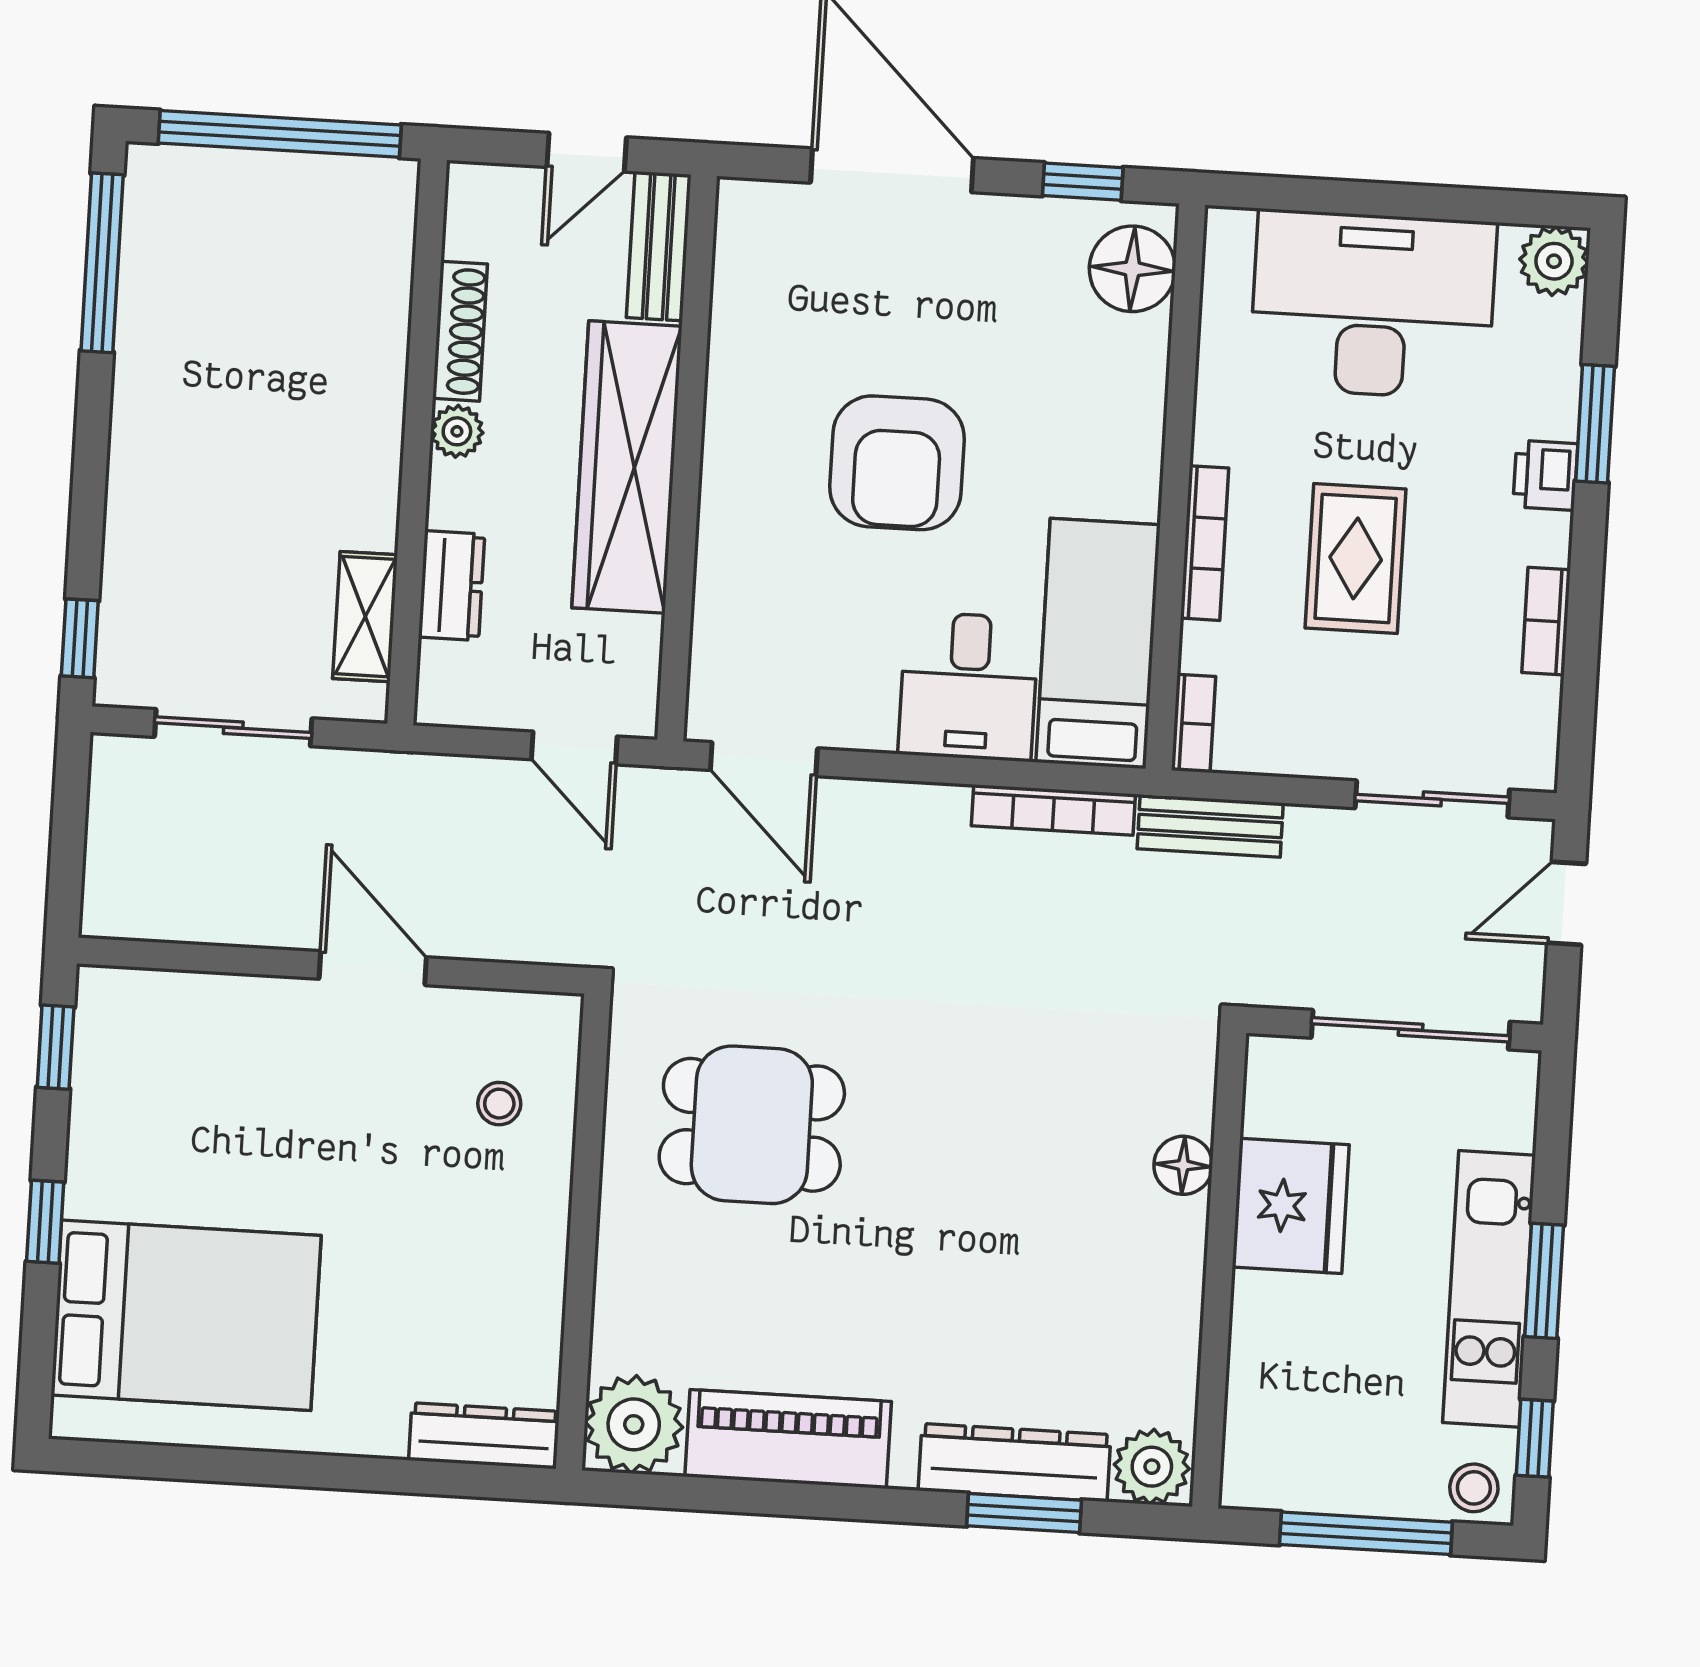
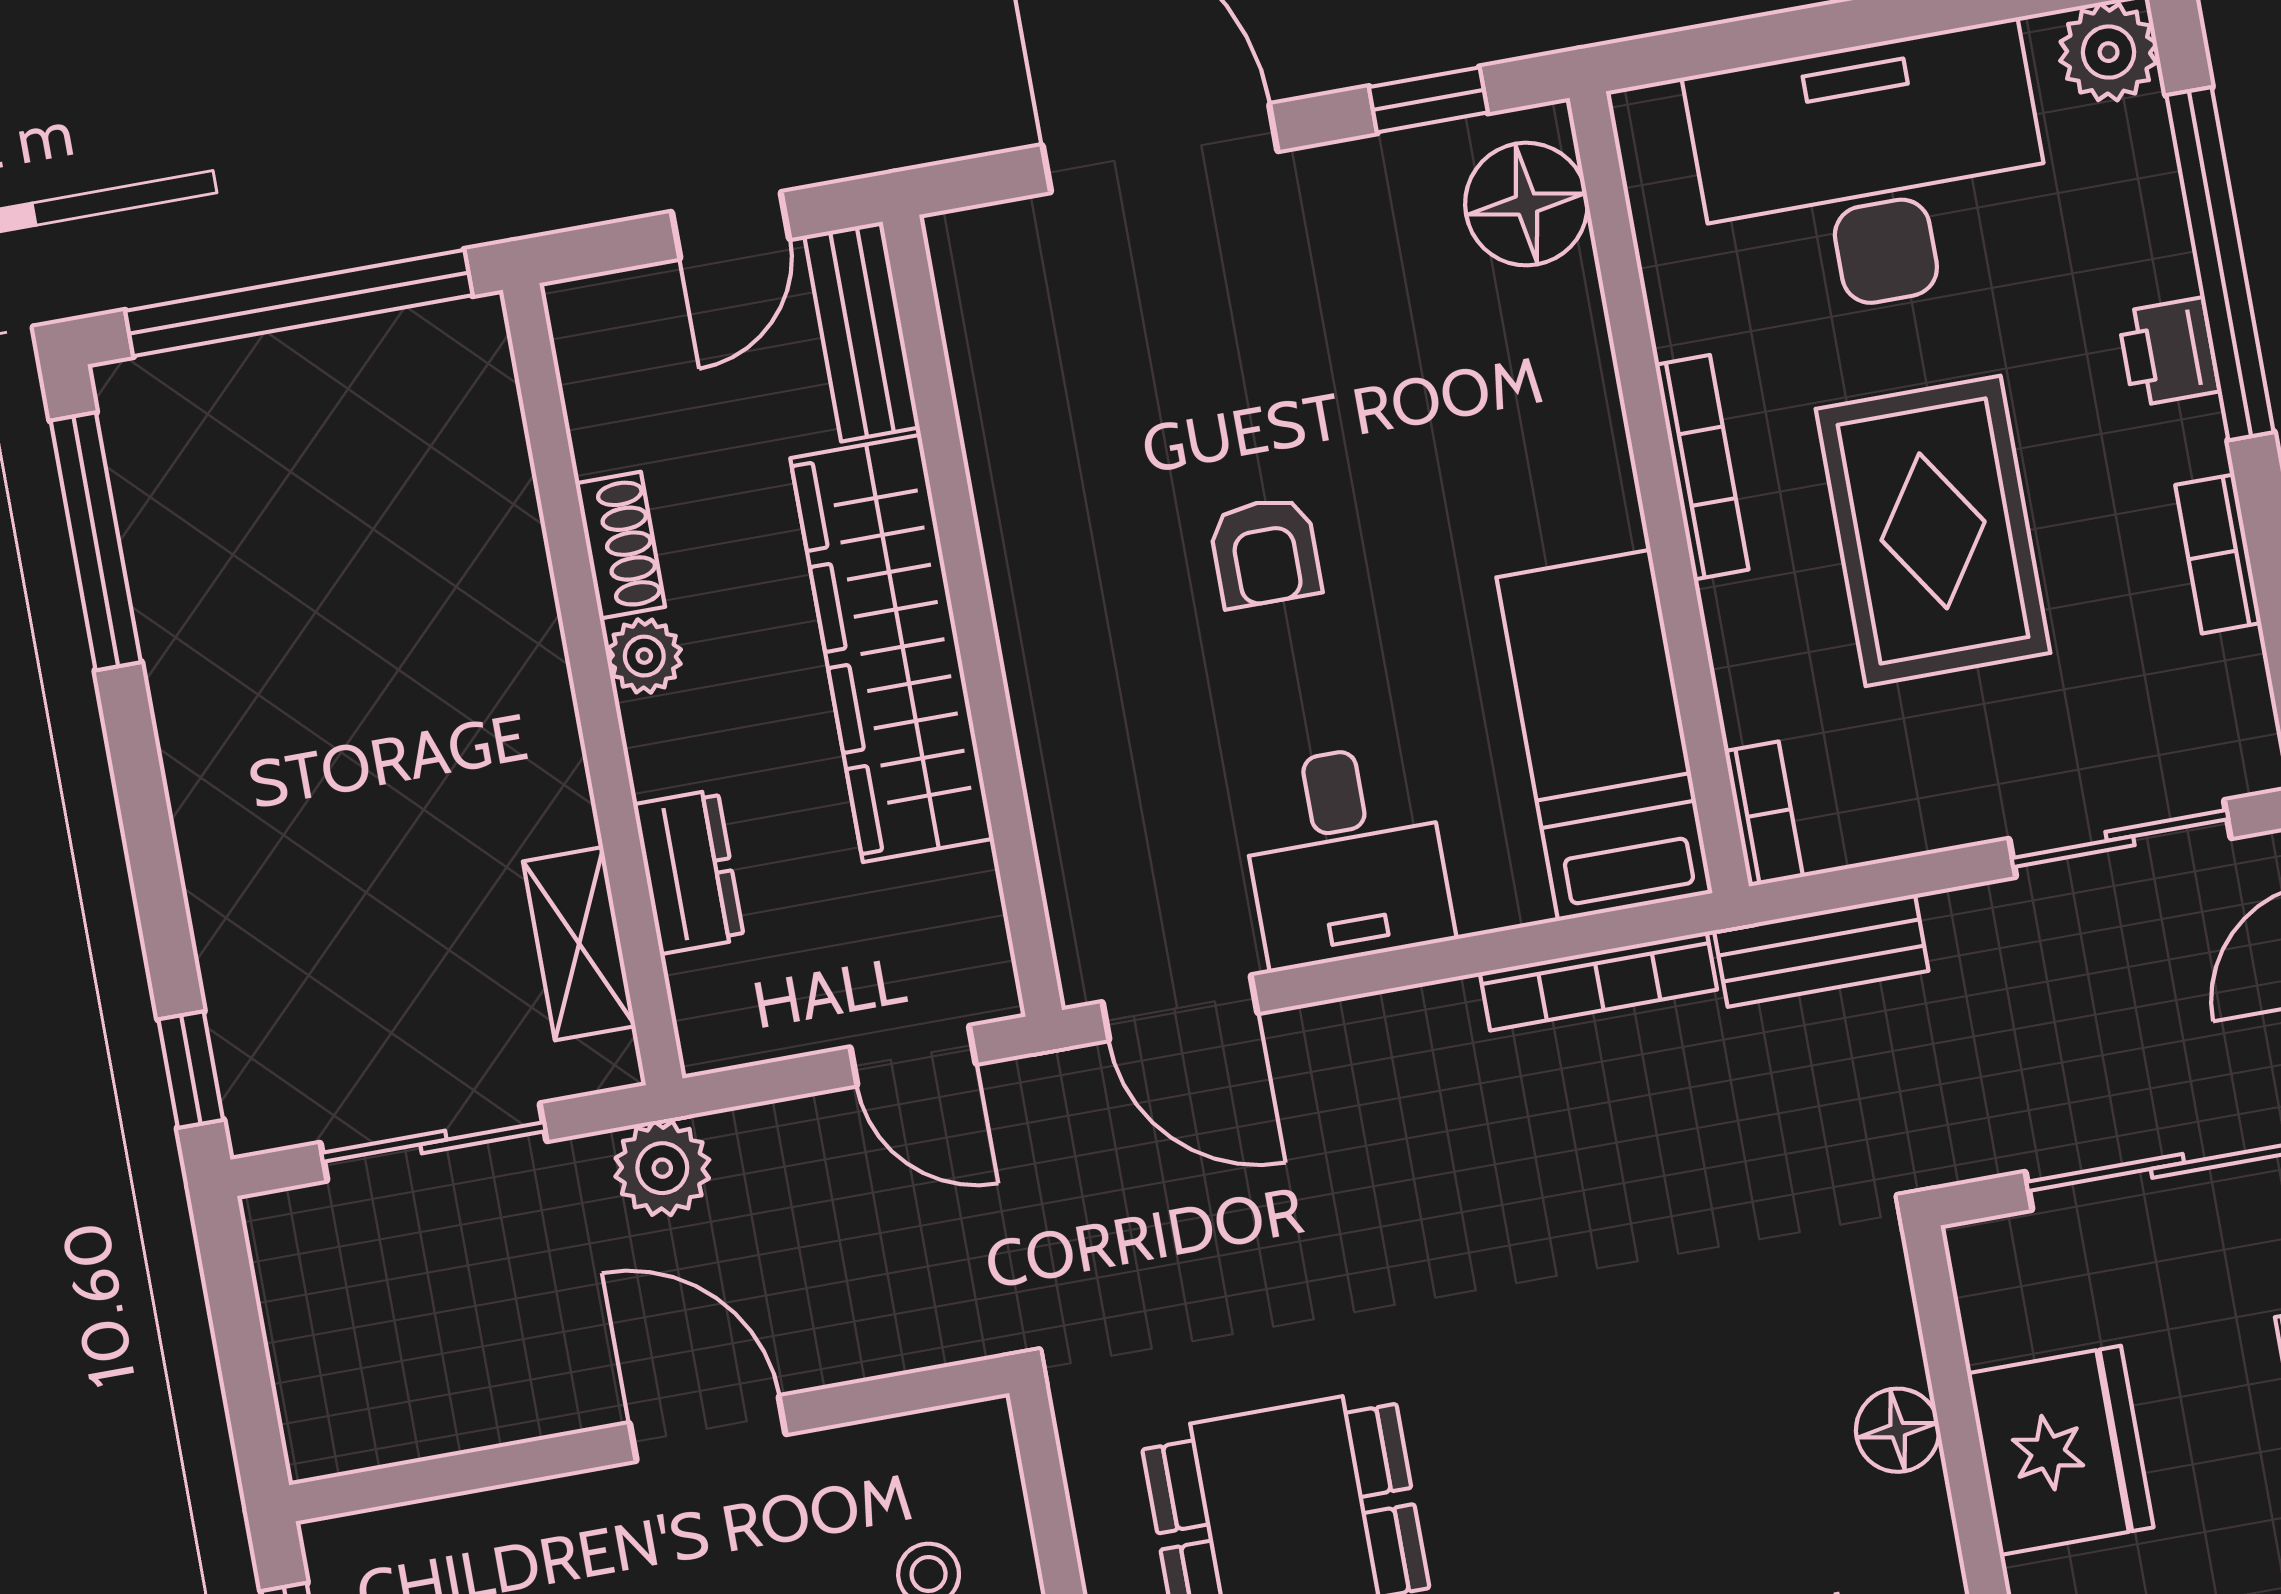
shoe rack: (460, 331) -> (620, 545), width x0.70
window: (1595, 424) -> (2220, 264), width x2.11
armchair: (897, 463) -> (1265, 552), width x0.53, depth x0.53
bookcase: (1205, 543) -> (1702, 467), moved
rug: (1356, 558) -> (1933, 531), width x1.36, depth x1.43
desk: (968, 686) -> (1345, 855), moved
plant: (385, 783) -> (662, 1168), added

